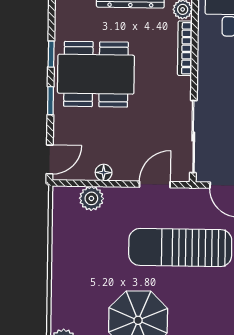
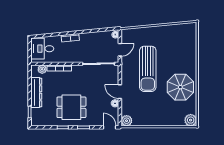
dining table: (96, 74) -> (71, 107), width x0.73
door: (155, 184) -> (120, 92), moved
plant: (91, 198) -> (127, 121), moved

